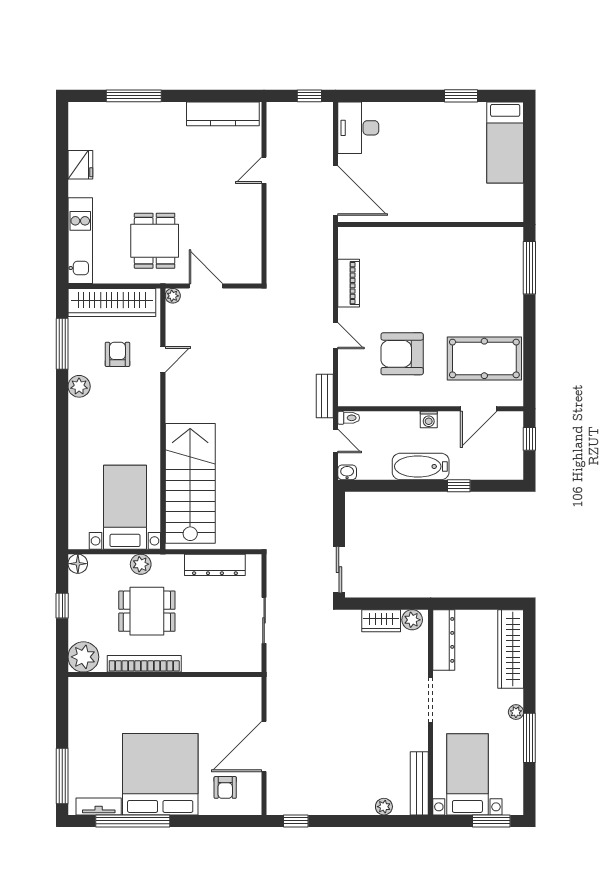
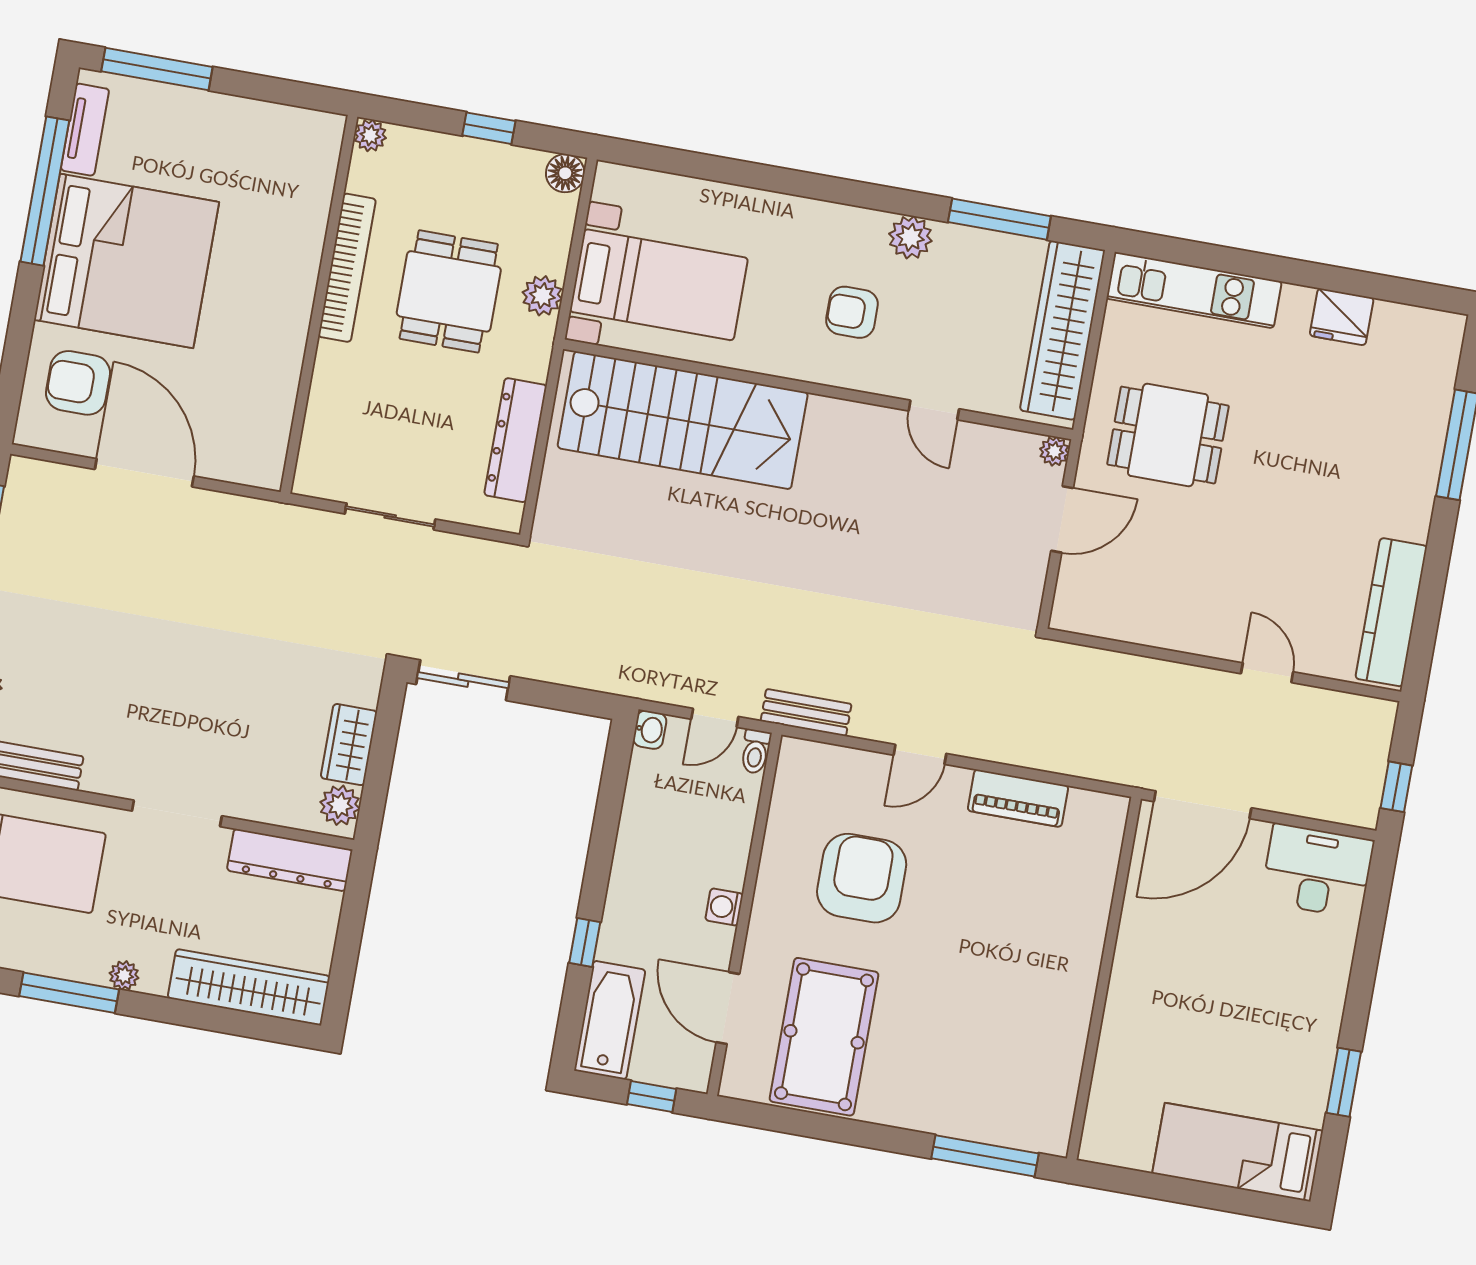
armchair: (117, 354) -> (852, 312), moved, turned 180
bathtub: (421, 466) -> (610, 1020), moved
plant: (83, 657) -> (370, 135), width x0.53, depth x0.53
armchair: (225, 787) -> (78, 383), width x1.38, depth x1.38

